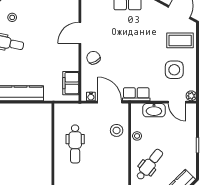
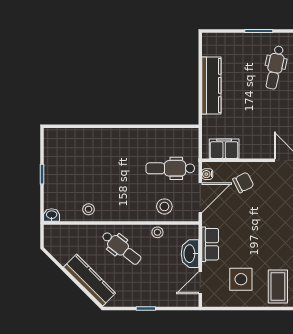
chair: (93, 58) -> (243, 182), moved
row of seats: (136, 94) -> (210, 244), moved
plant: (191, 96) -> (208, 301), removed
dental chair: (75, 144) -> (170, 168), moved

